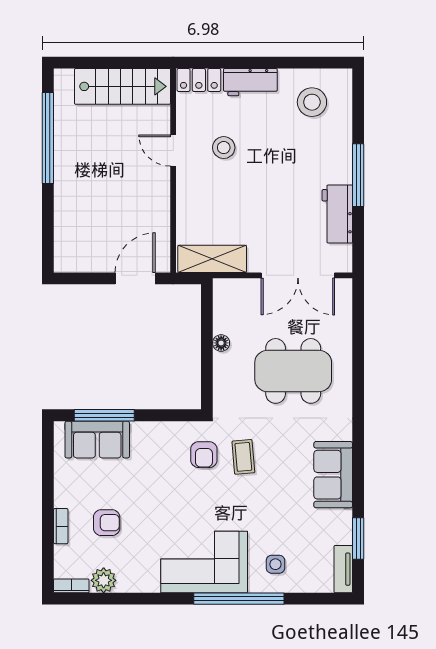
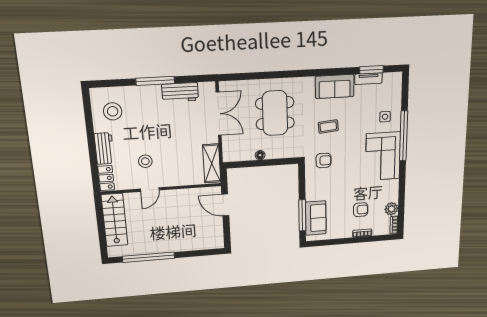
coffee table: (243, 457) -> (328, 127), moved
armchair: (107, 523) -> (361, 210), turned 90
tv unit: (343, 569) -> (369, 79), moved

